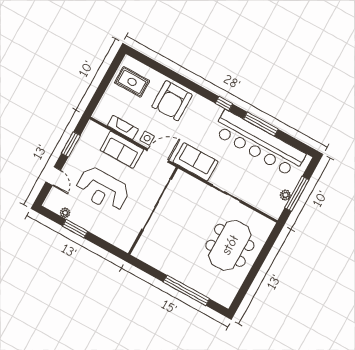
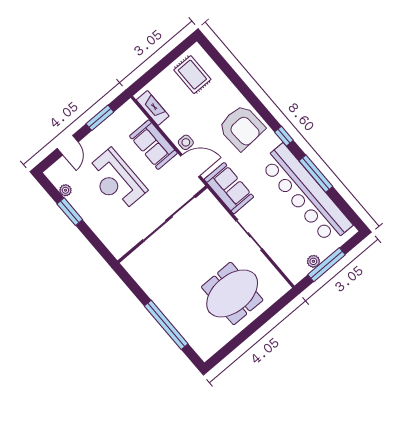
armchair: (172, 101) -> (242, 127), moved, turned -93
fireplace: (123, 127) -> (153, 108), moved

